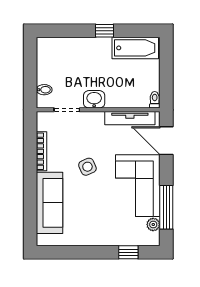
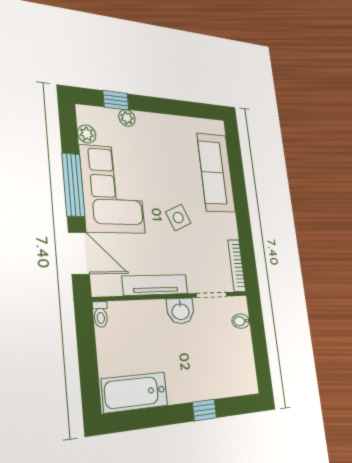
window: (104, 31) -> (205, 410), moved
tv unit: (130, 118) -> (155, 285), moved
bookcase: (41, 151) -> (237, 266), moved
window: (166, 207) -> (73, 185), moved
plant: (121, 240) -> (127, 118), added

